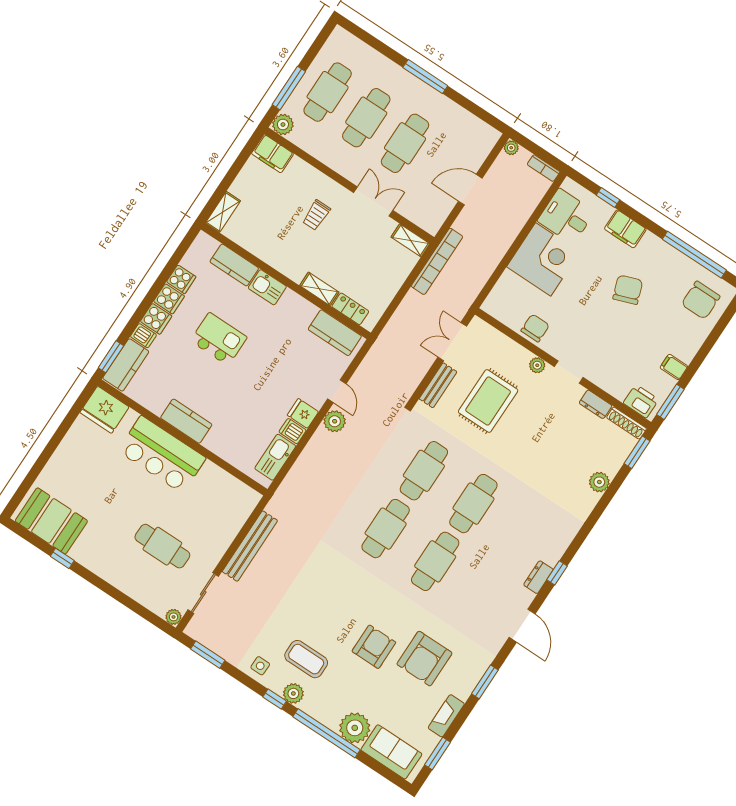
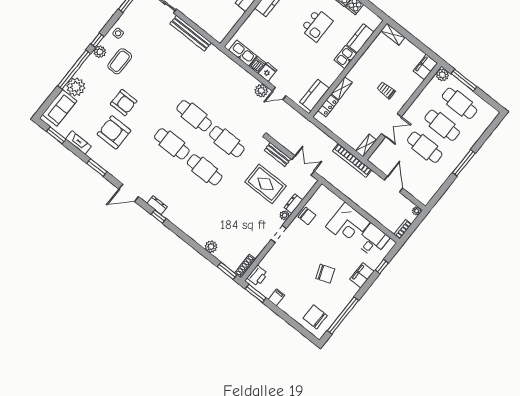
dresser: (596, 404) -> (293, 204), moved

